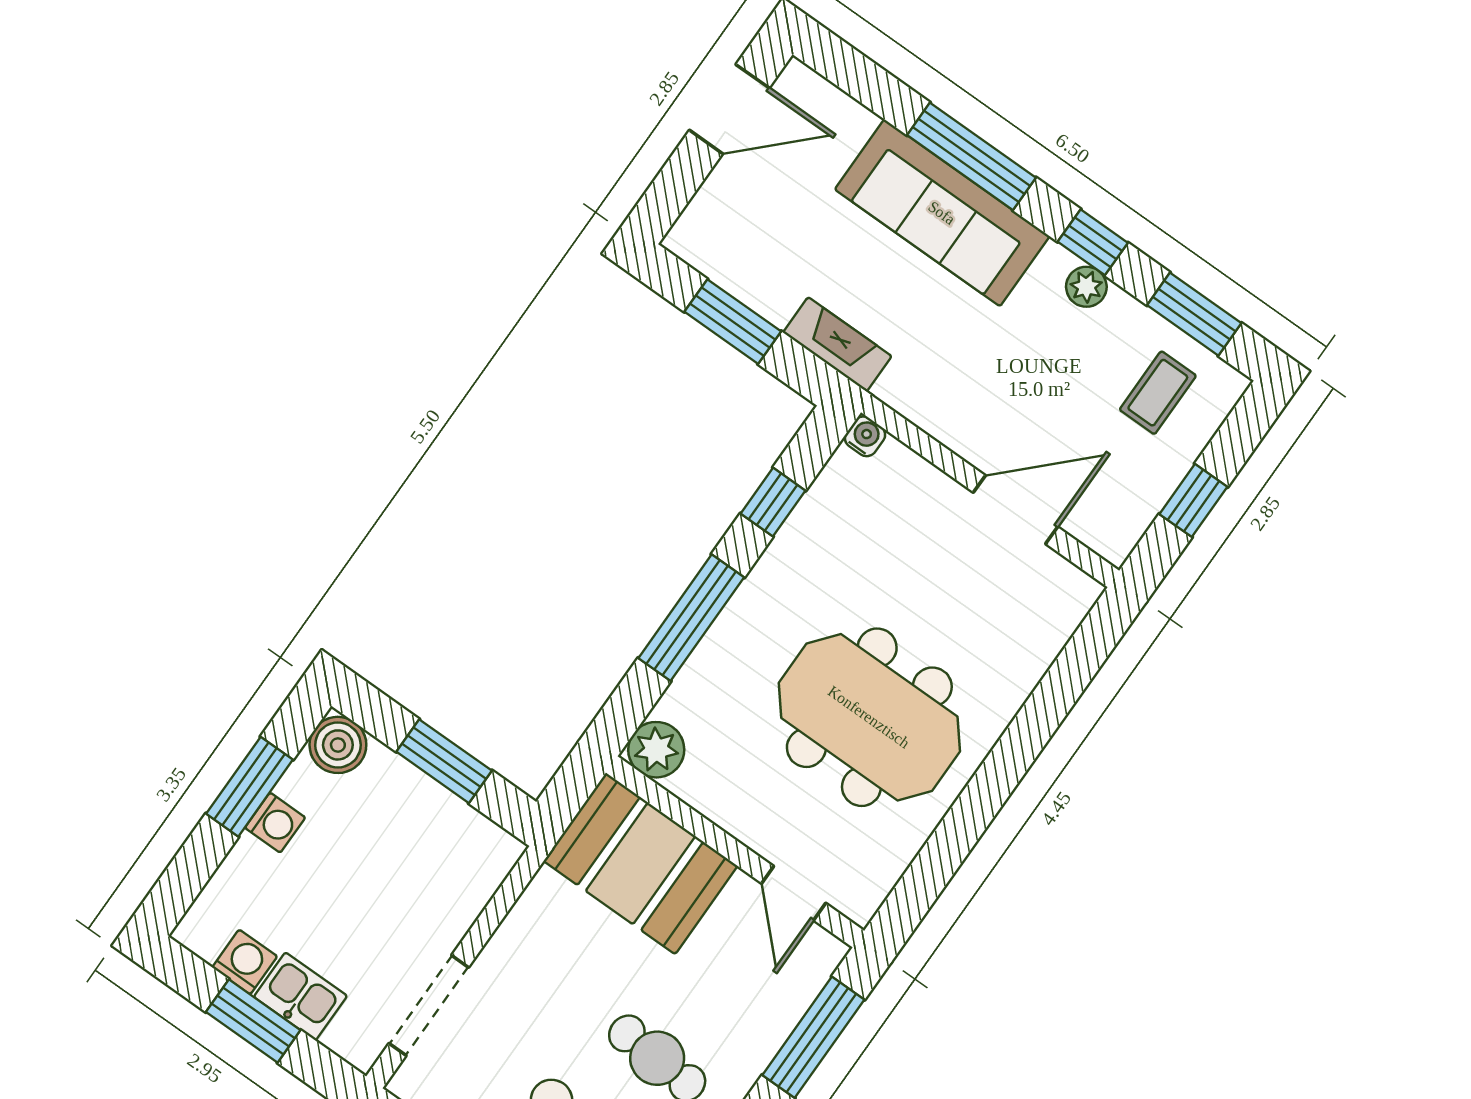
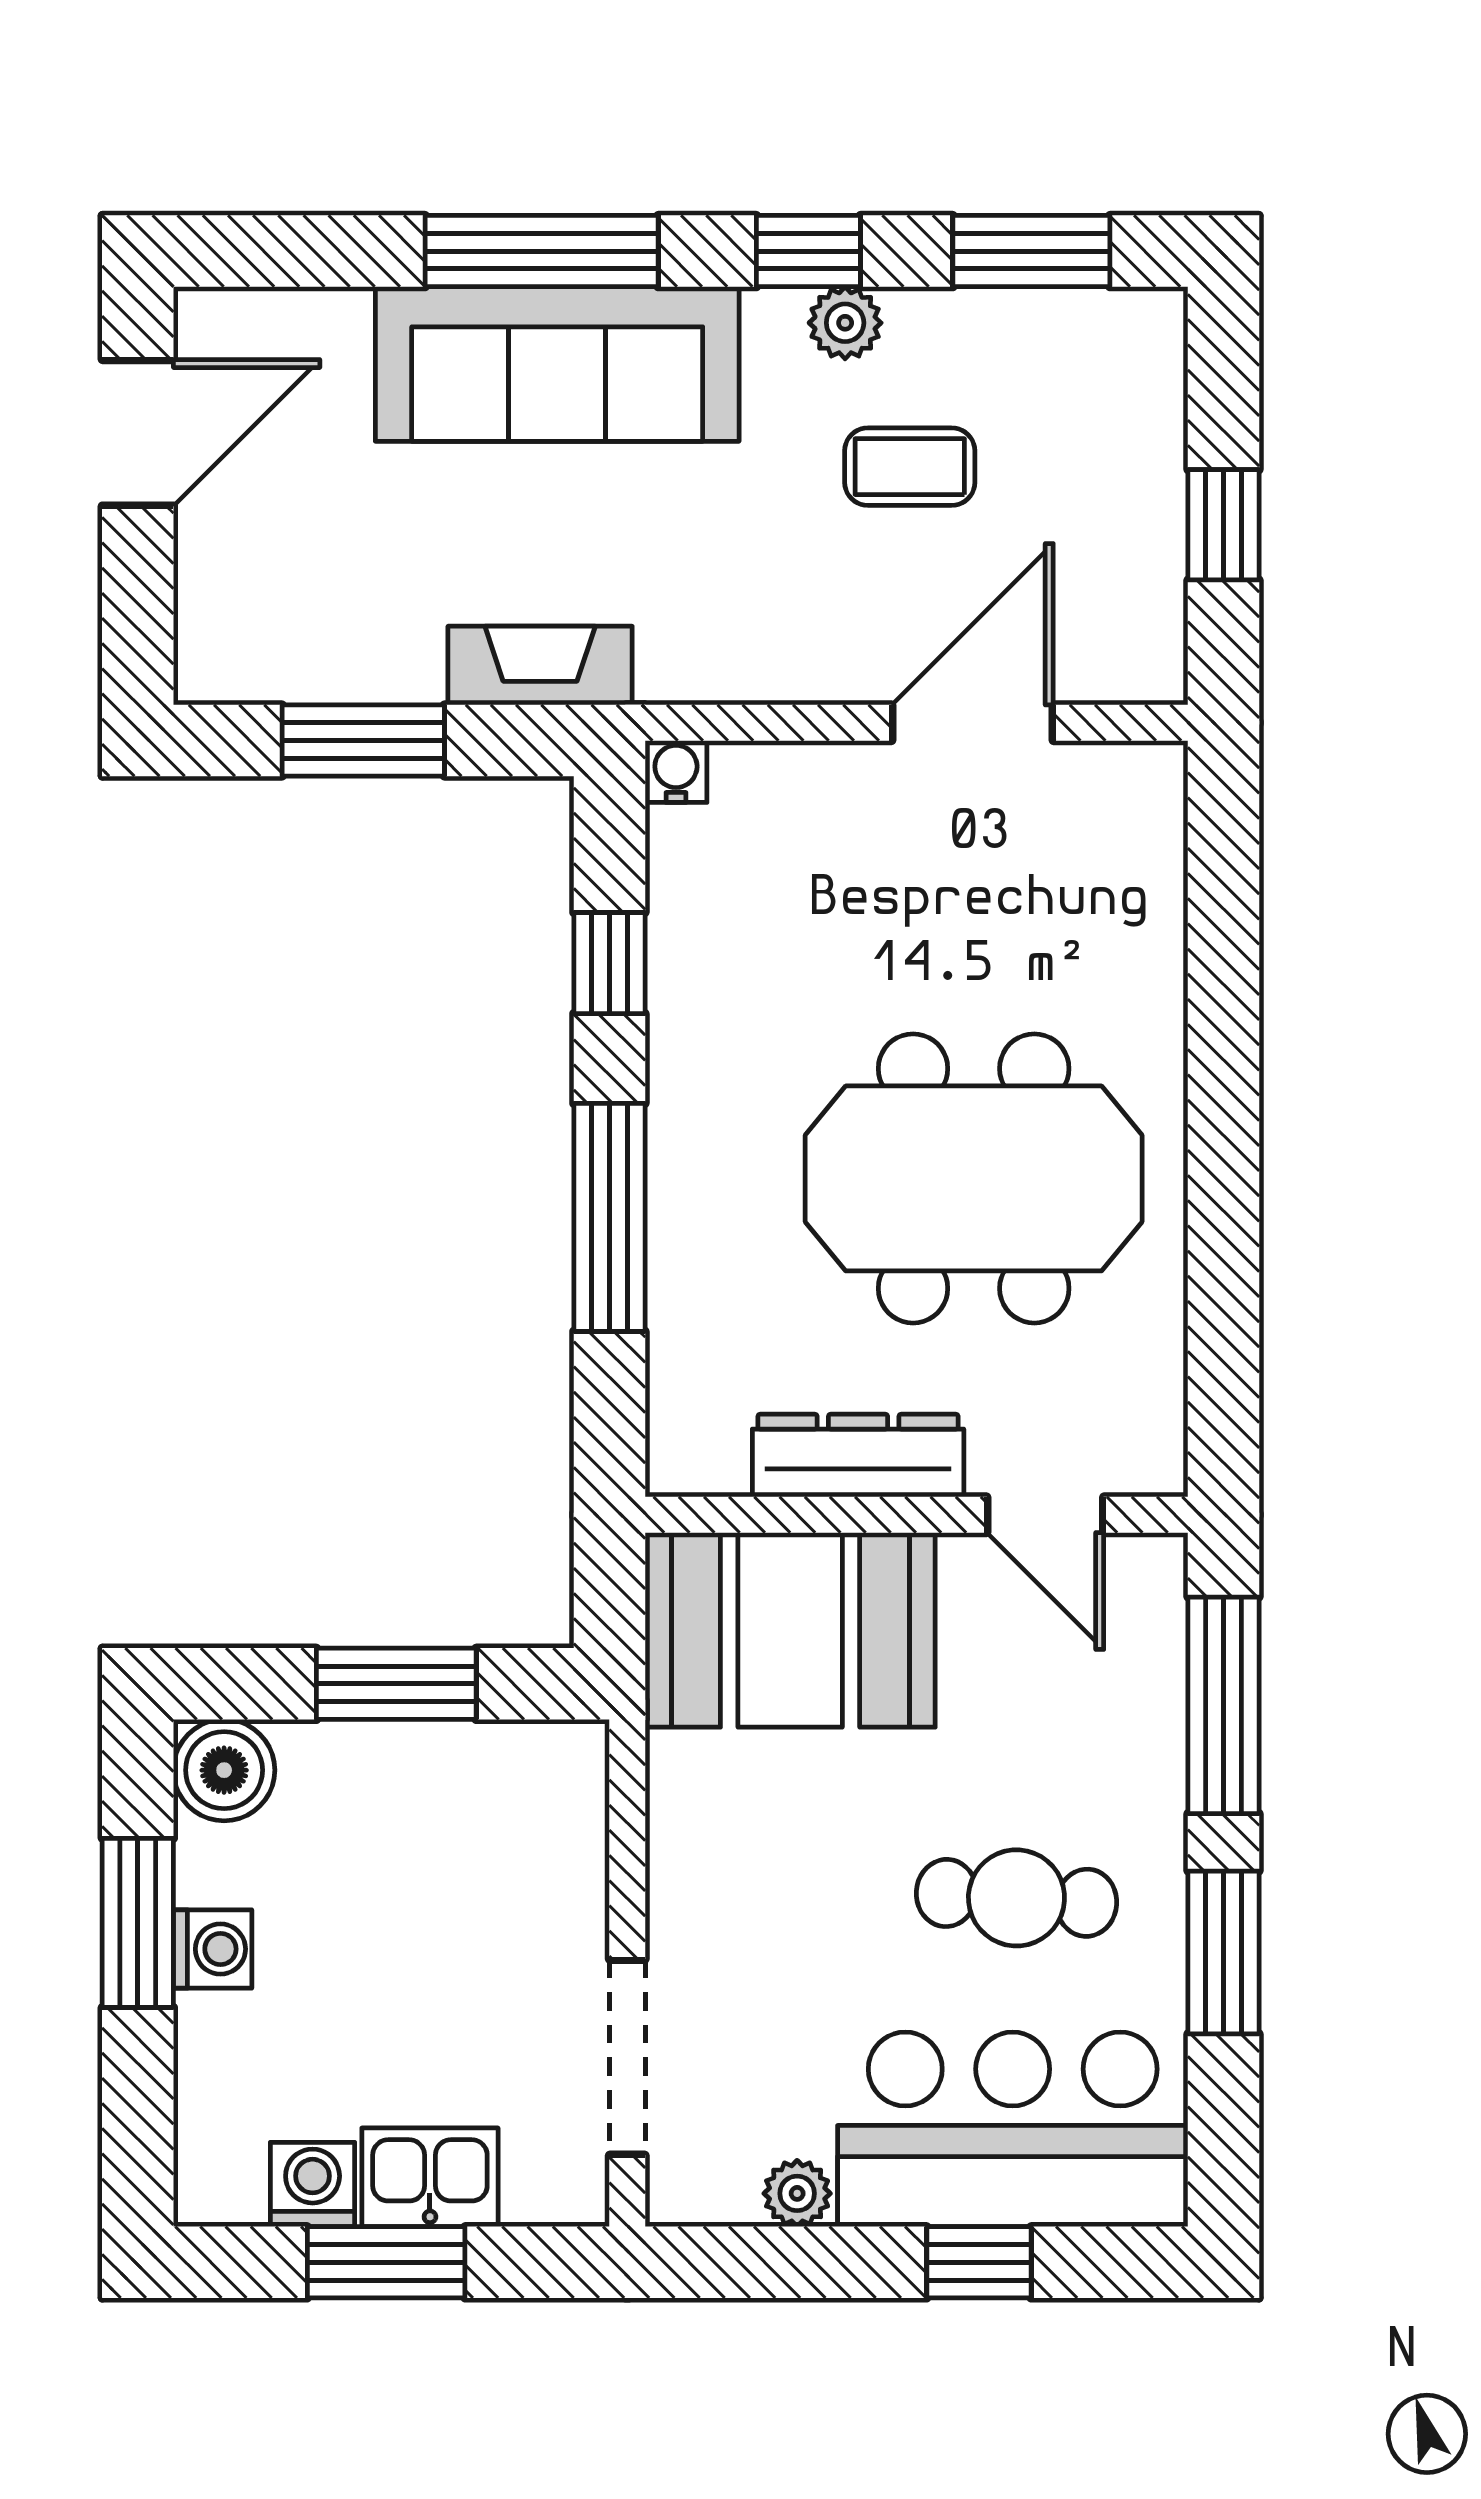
coffee table: (1158, 393) -> (910, 467), moved, turned 90
plant: (656, 750) -> (695, 1447), removed
dresser: (728, 806) -> (858, 1456), added

